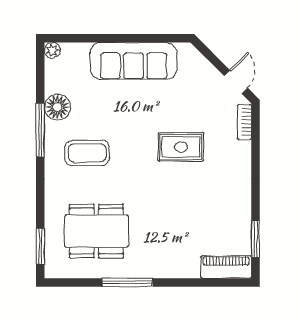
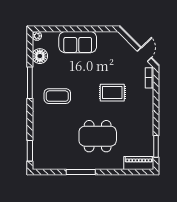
sofa: (134, 61) -> (78, 42), width x0.73
floor lamp: (57, 107) -> (40, 56), moved
dining table: (96, 231) -> (98, 136), moved

